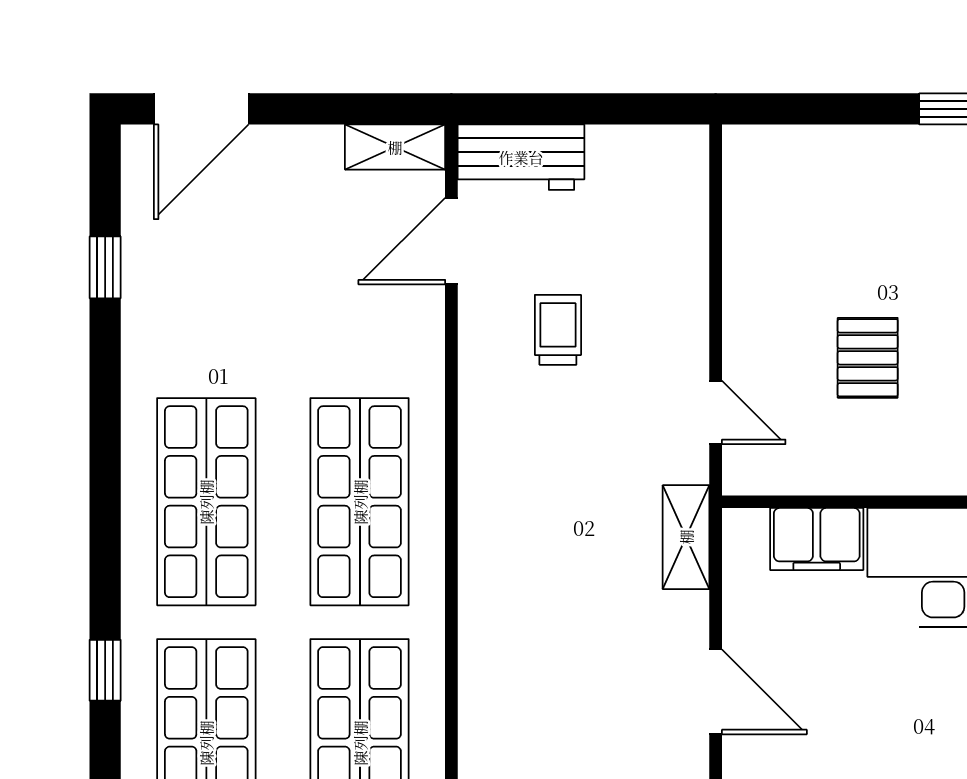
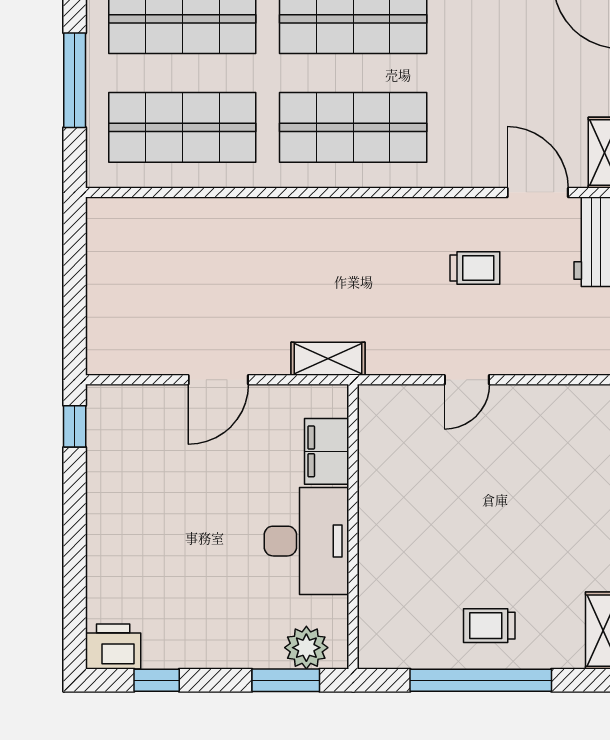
pallet: (868, 358) -> (455, 488), removed
door: (716, 412) -> (467, 380), moved

